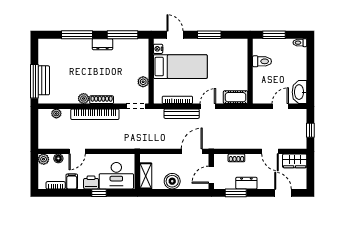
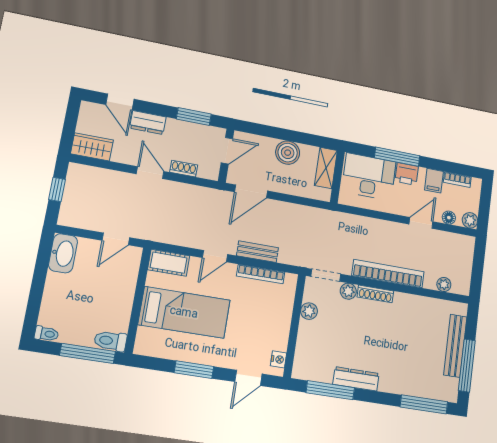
window: (77, 35) -> (424, 404), moved
door: (175, 35) -> (248, 378), hinge flipped
window: (274, 35) -> (88, 353), width x1.44
dresser: (102, 44) -> (356, 379), width x1.44
toilet: (262, 61) -> (110, 341), moved
bed: (180, 67) -> (184, 312), moved, turned 180
bench: (44, 80) -> (455, 346), width x1.36
window: (34, 81) -> (467, 365), moved
plant: (84, 99) -> (348, 291), moved
door: (280, 106) -> (116, 239), moved
bench: (182, 114) -> (258, 252), width x0.73
door: (270, 151) -> (150, 173), moved
dresser: (246, 183) -> (148, 123), moved
window: (99, 193) -> (397, 157), width x2.17

